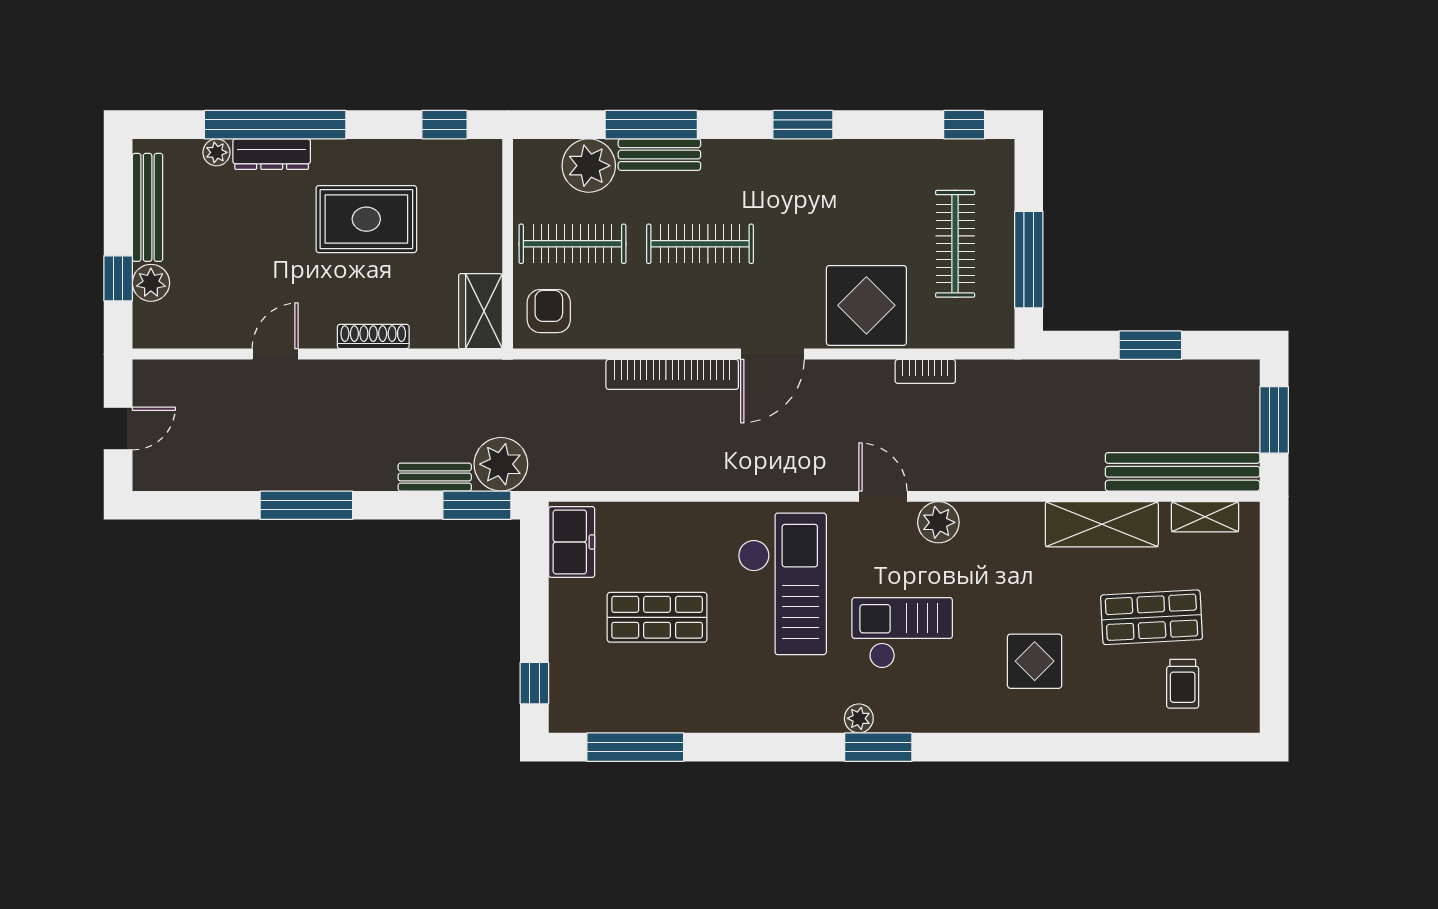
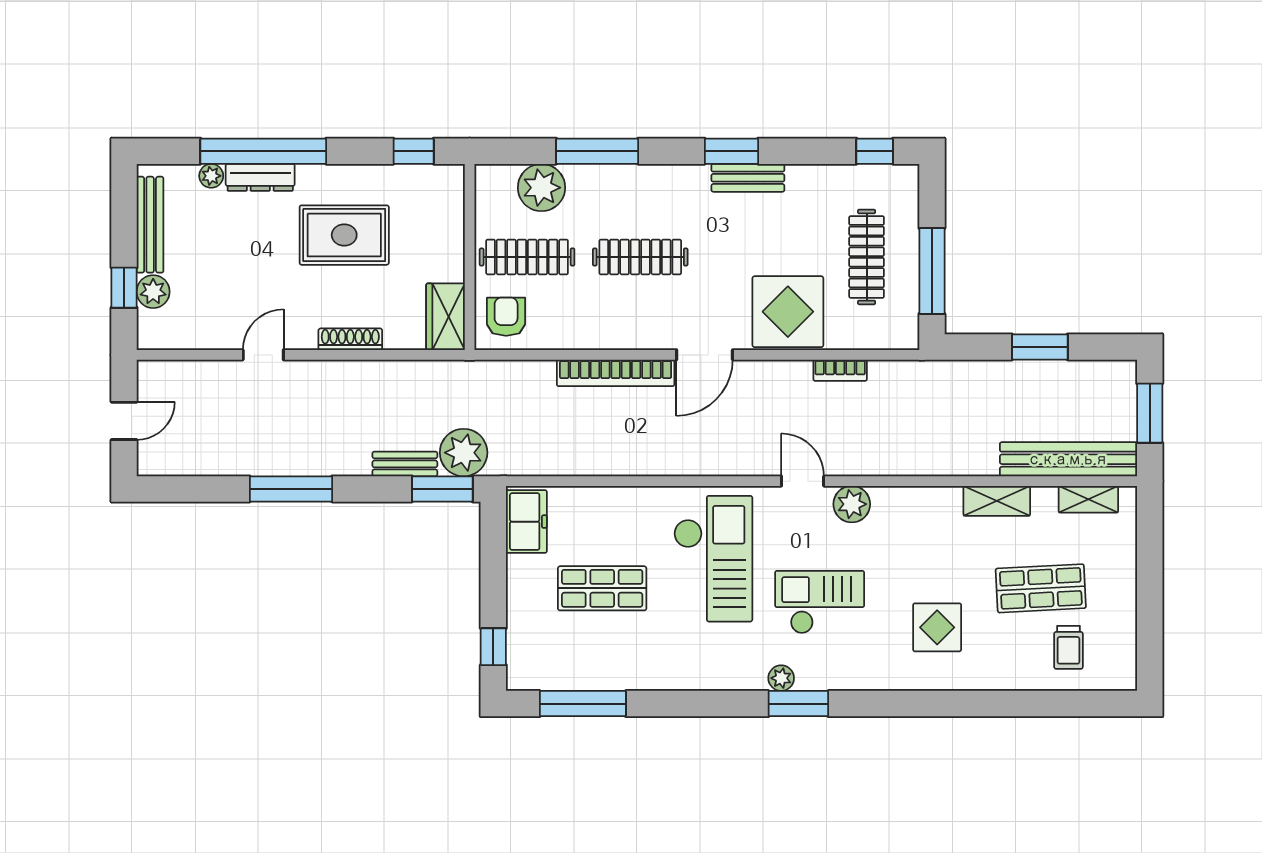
bench: (659, 155) -> (748, 178), moved
shelving: (1102, 524) -> (997, 501), width x0.67, depth x0.75

